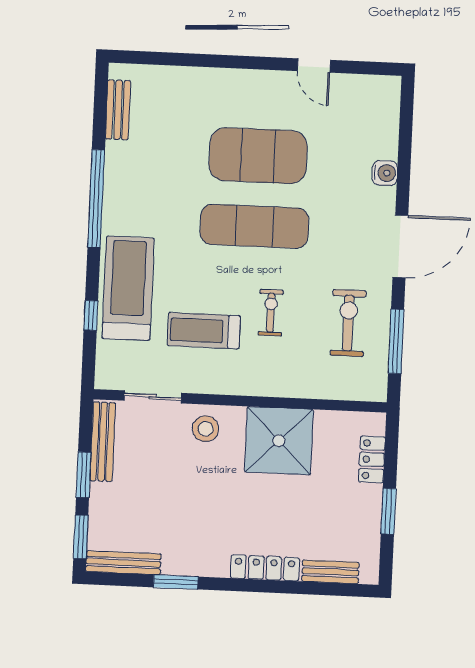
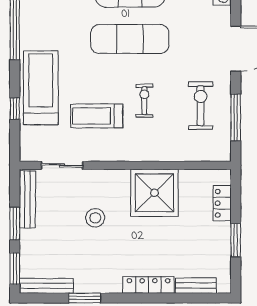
stool: (206, 429) -> (95, 218), moved

